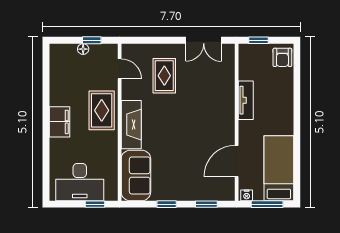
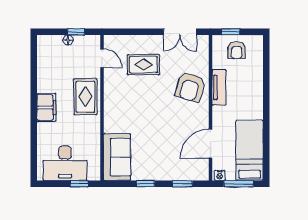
armchair: (282, 57) -> (237, 50), moved
rug: (164, 76) -> (143, 65), turned 90
armchair: (215, 100) -> (190, 87), added
fireplace: (131, 125) -> (113, 110), removed

